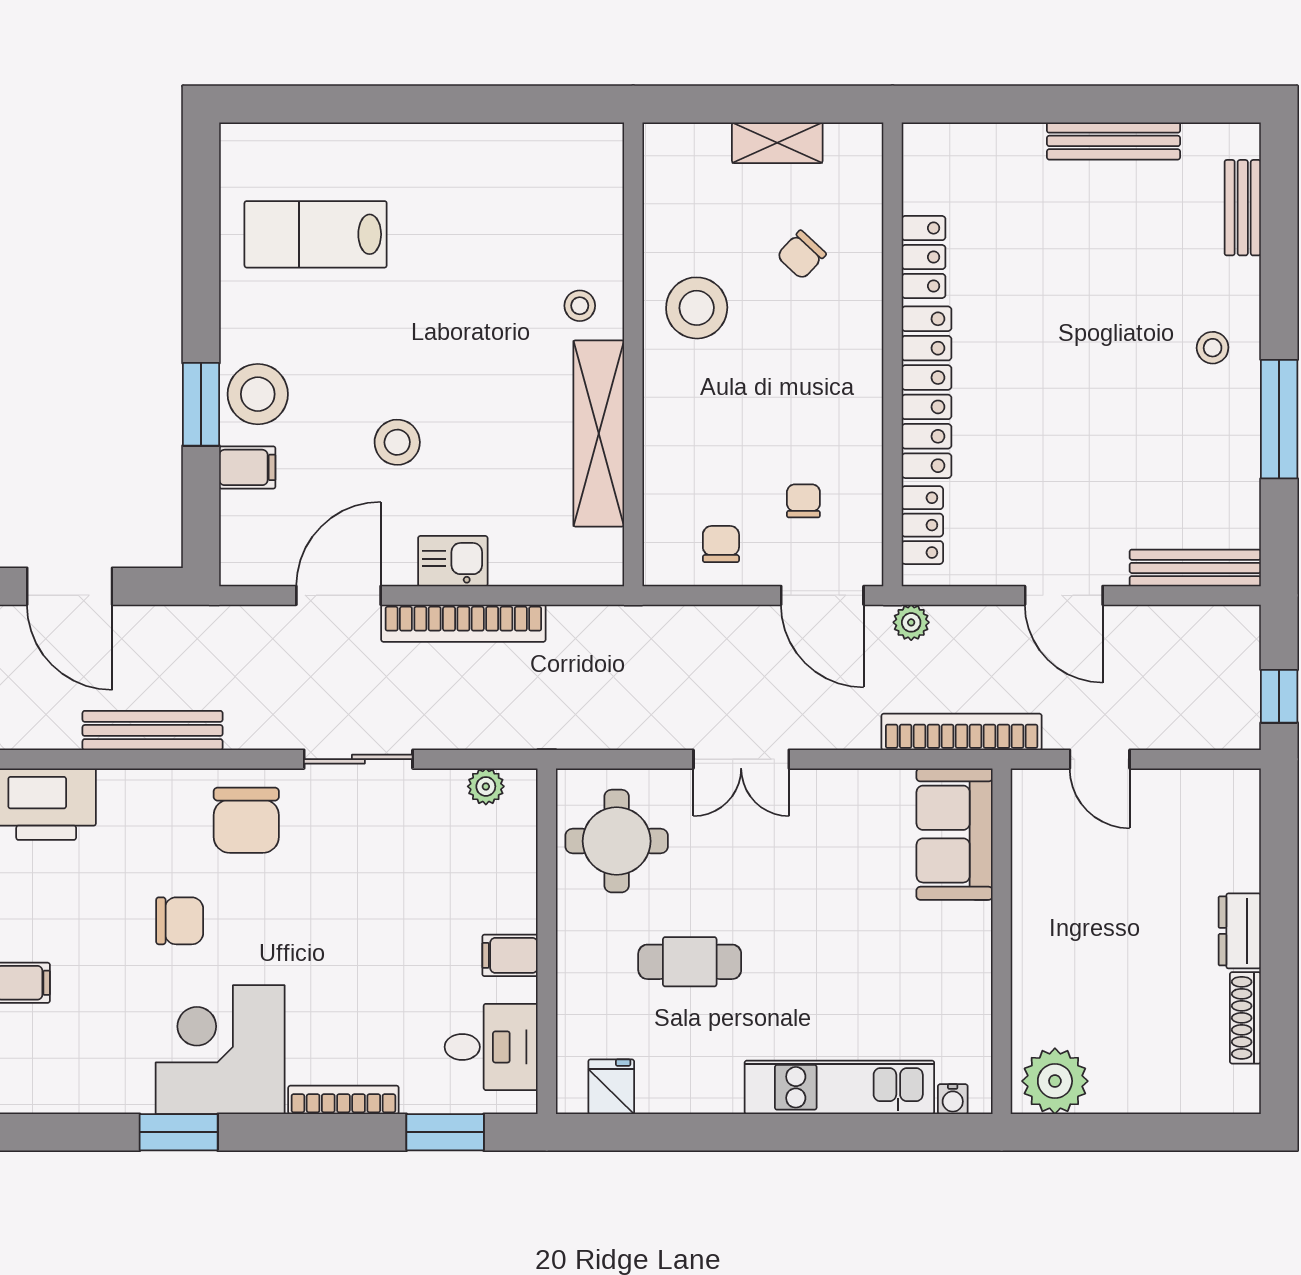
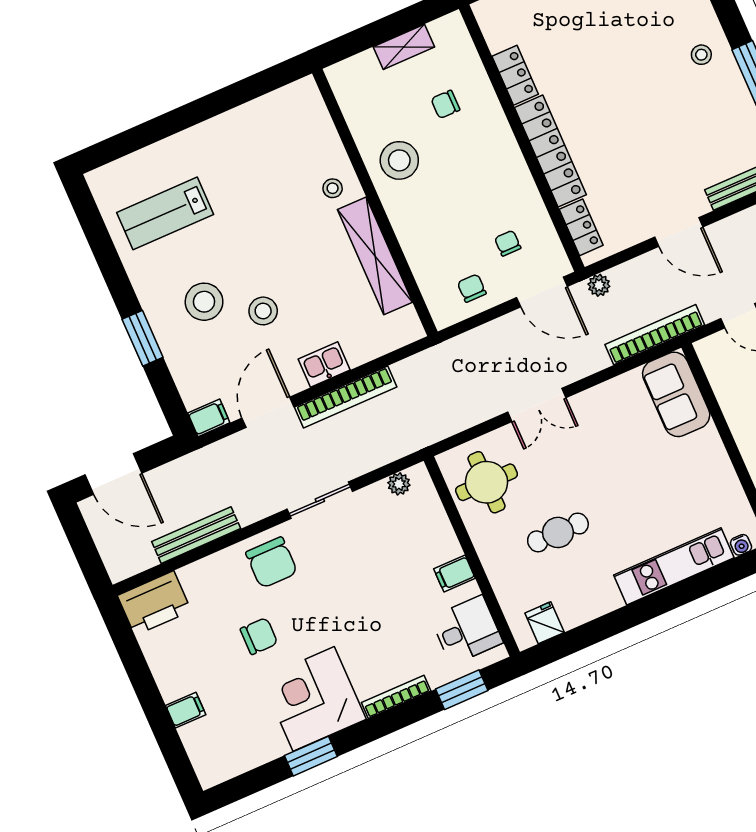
chair: (801, 255) -> (445, 104), turned 47
stool: (258, 394) -> (204, 302), moved
filing cabinet: (247, 467) -> (209, 418), moved

